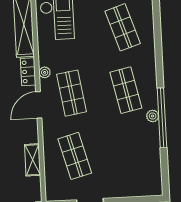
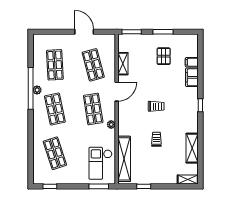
locker: (28, 72) -> (123, 126), removed
door: (39, 105) -> (117, 92), moved
shop shelf: (129, 153) -> (55, 65), added

